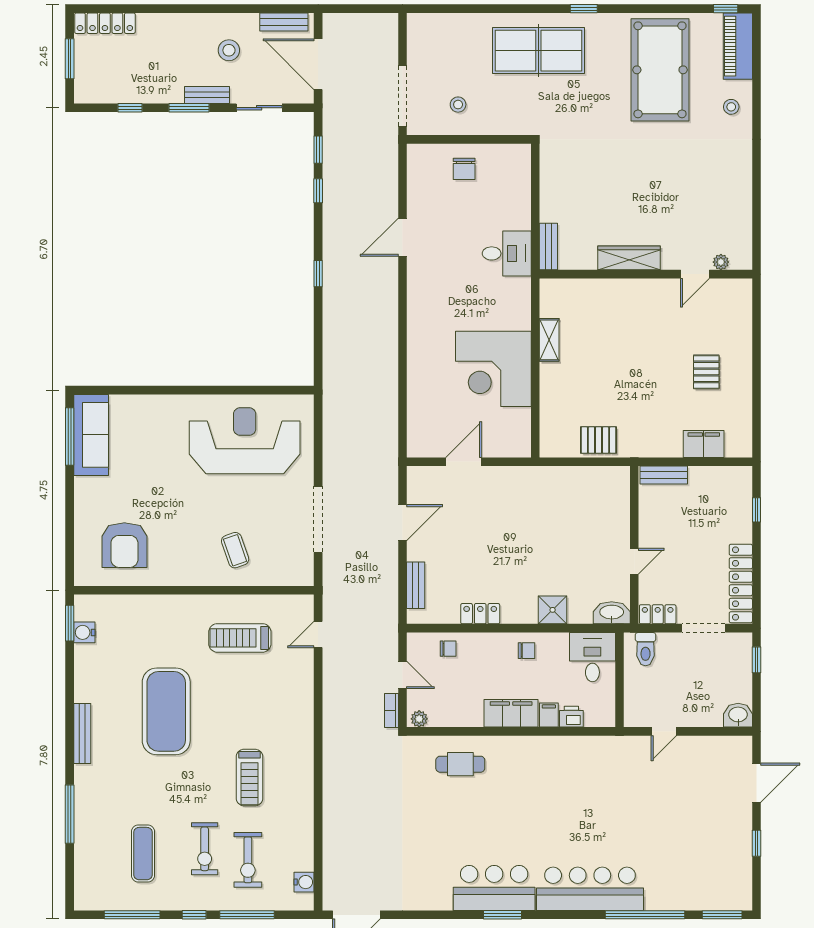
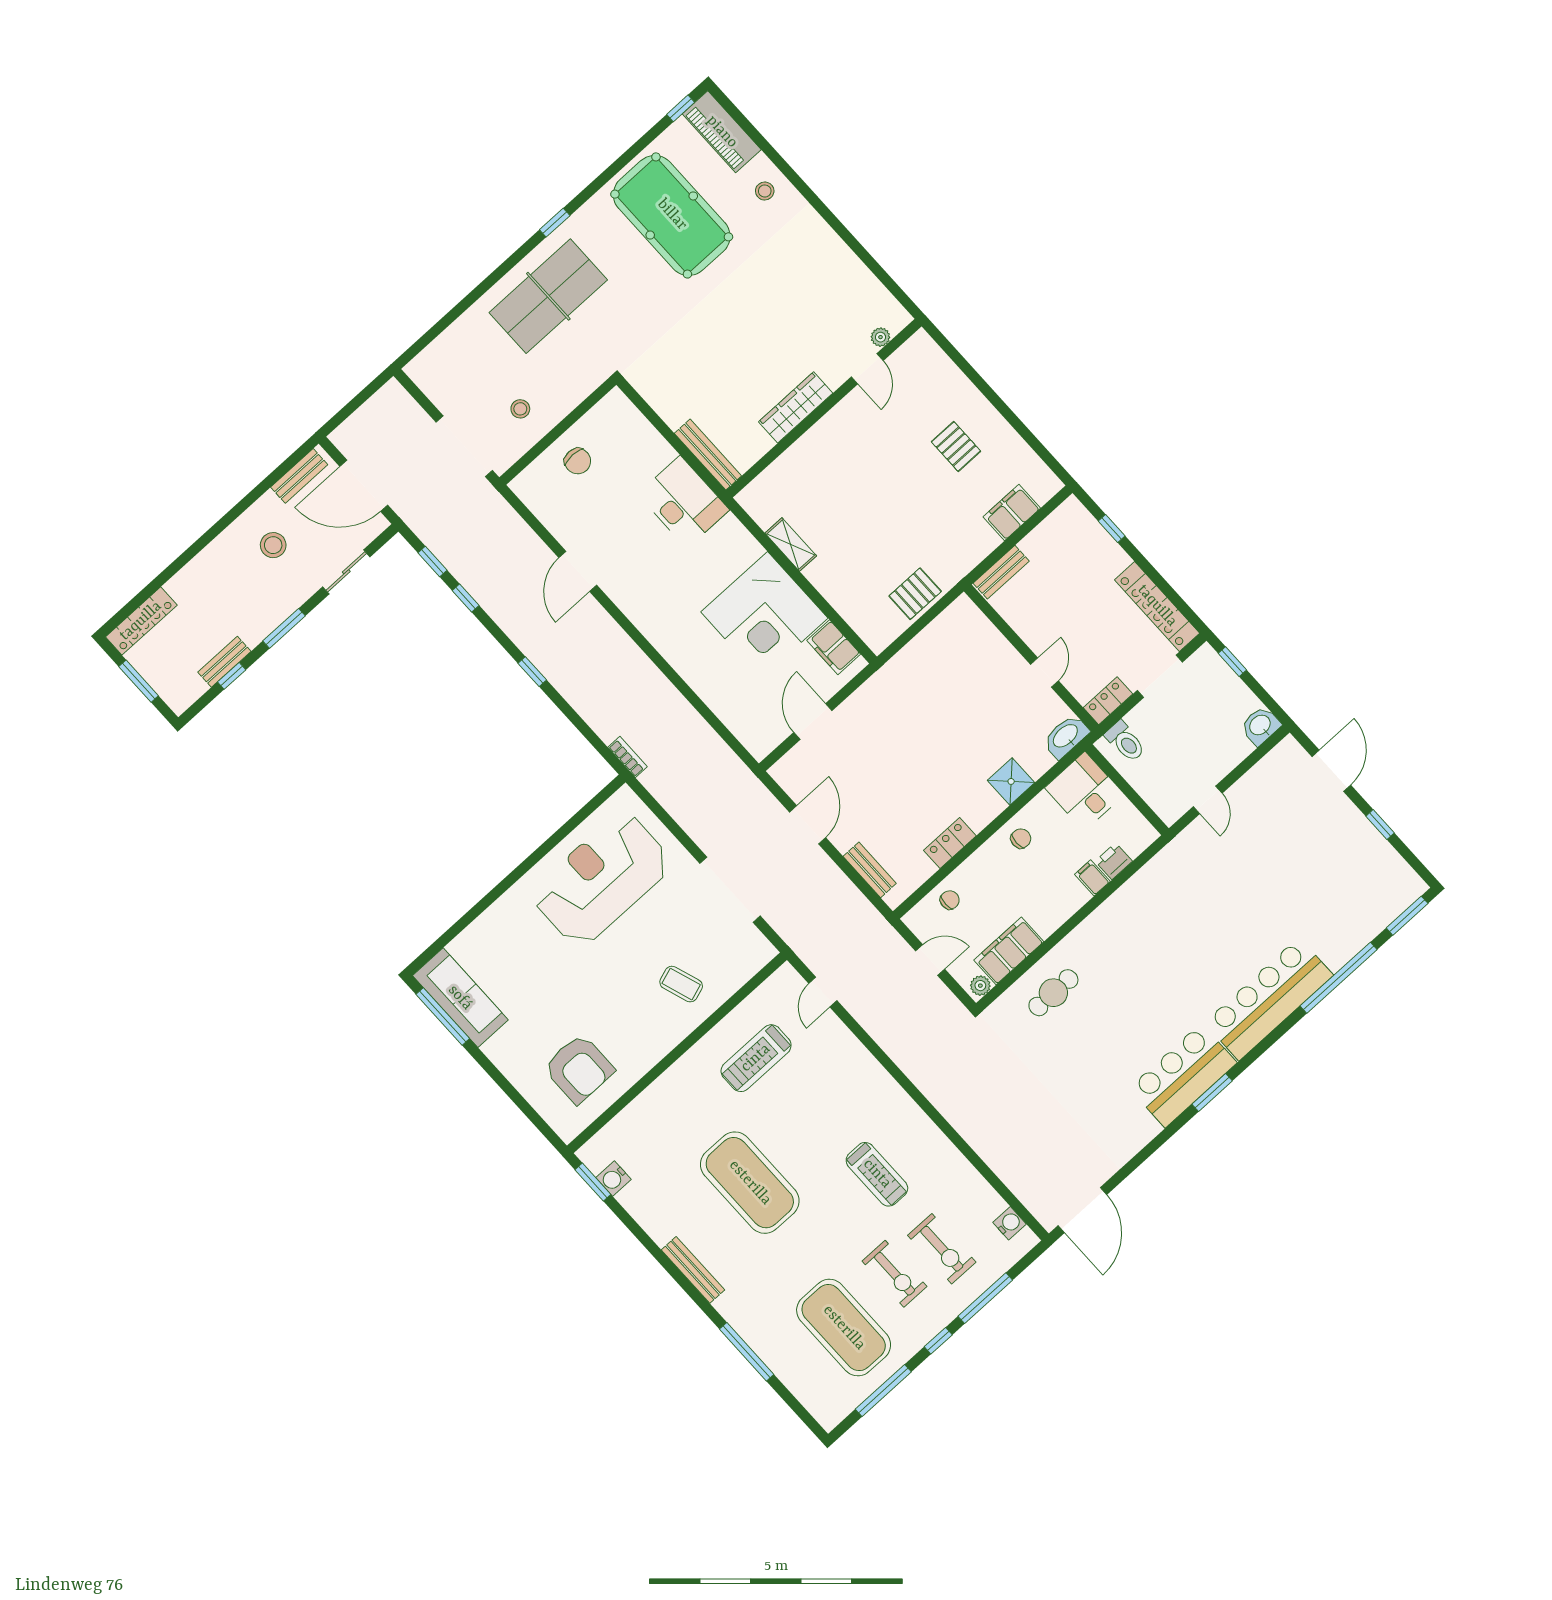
bench: (207, 95) -> (224, 662), moved
bench: (548, 246) -> (708, 455), width x1.36
desk: (507, 253) -> (683, 502), width x1.37
filing cabinet: (518, 428) -> (834, 647), added
bookcase: (391, 711) -> (628, 757), moved, turned 180
filing cabinet: (511, 713) -> (1009, 951), moved
exercise mat: (143, 854) -> (844, 1328), width x2.00, depth x1.45

